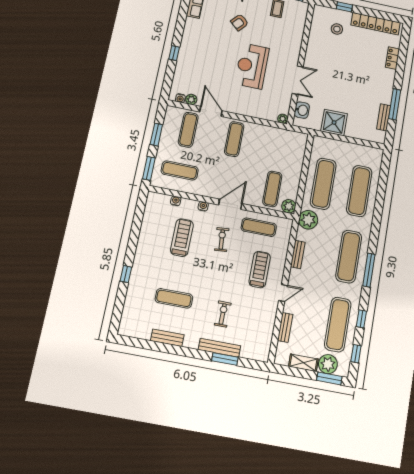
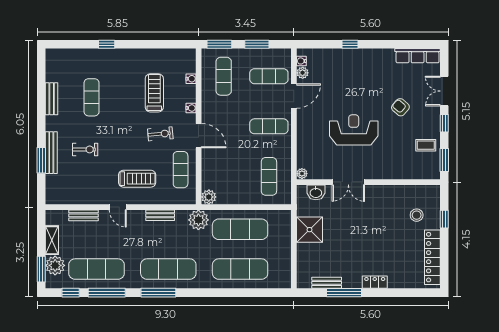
locker: (392, 58) -> (375, 282), moved
exercise mat: (272, 189) -> (269, 176), moved, turned 90
treadmill: (182, 238) -> (154, 93), turned -90
window: (361, 319) -> (107, 293), width x2.17

